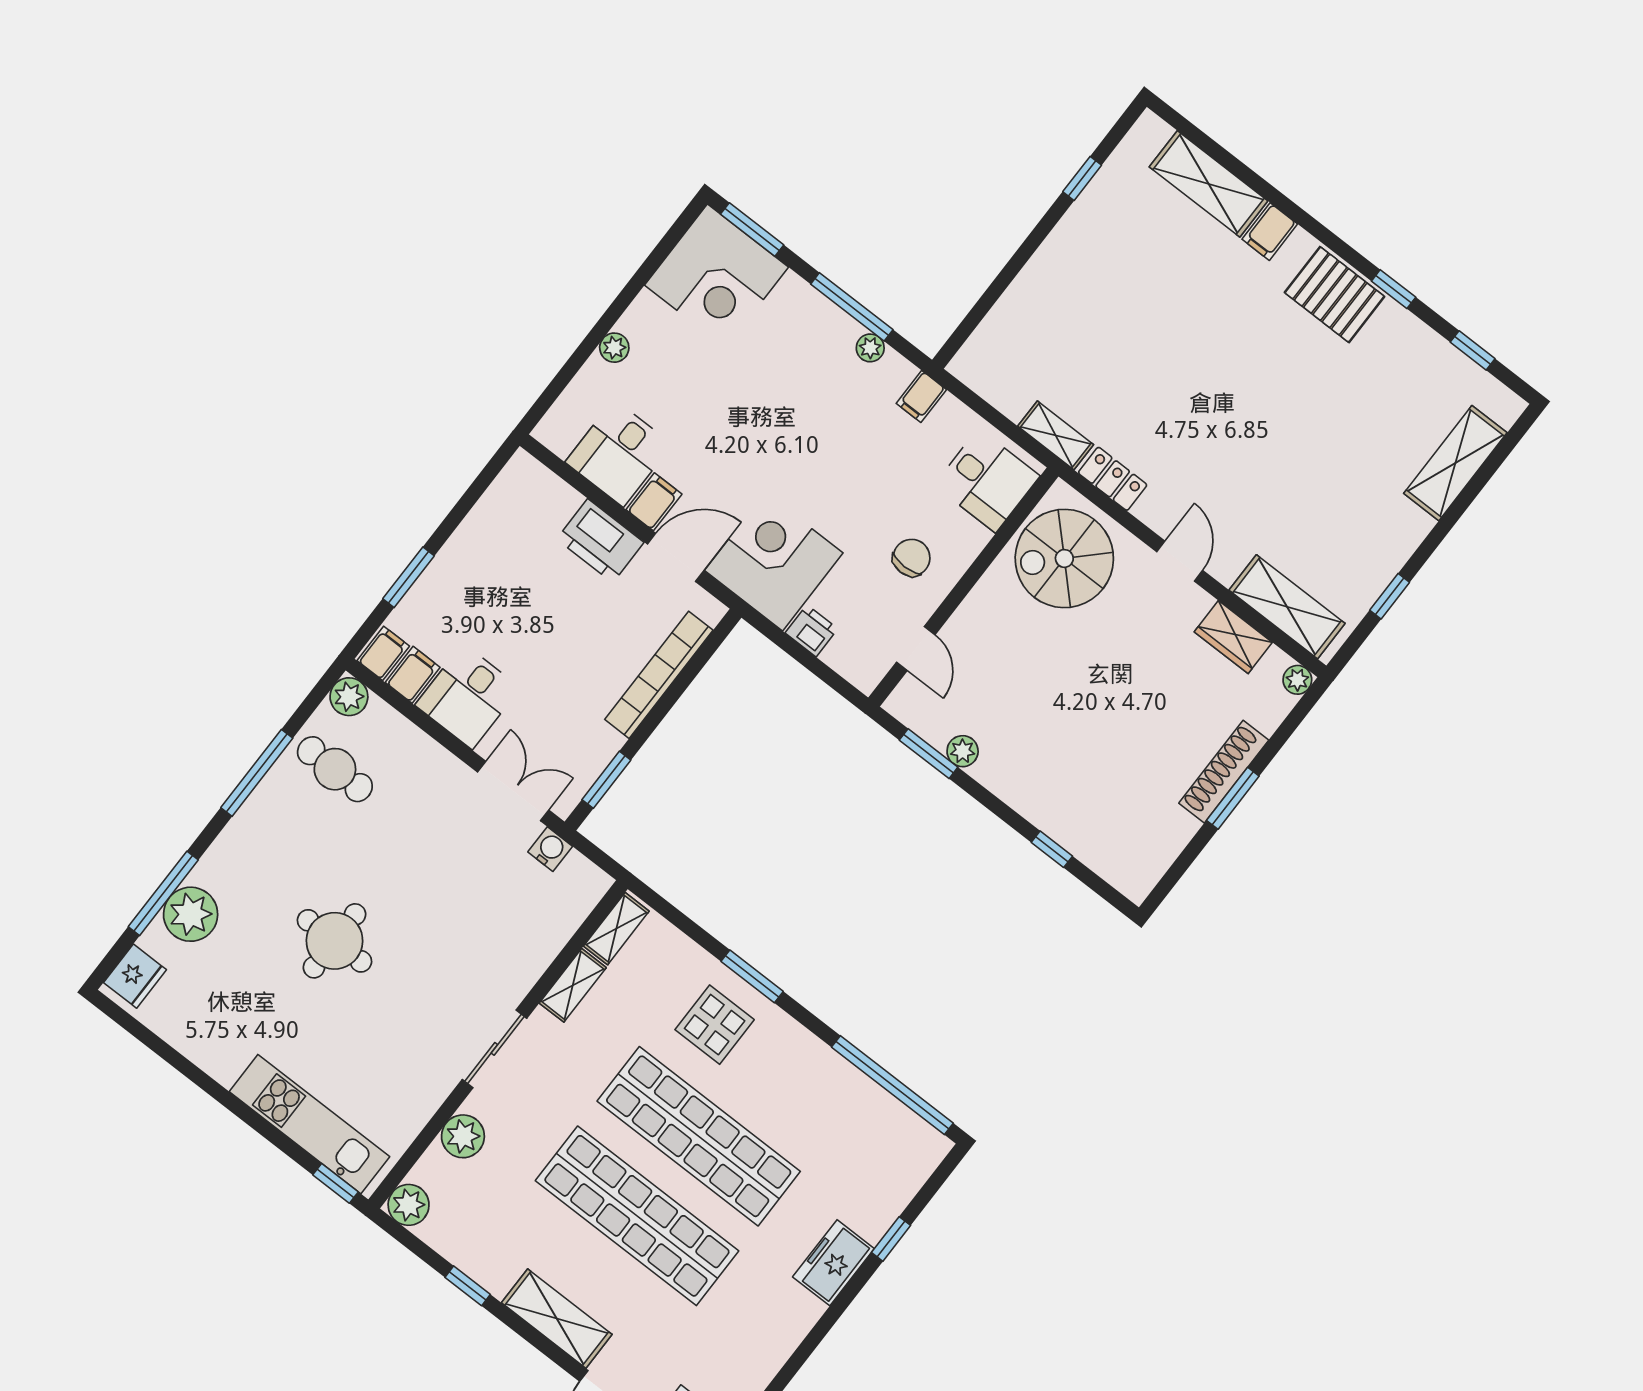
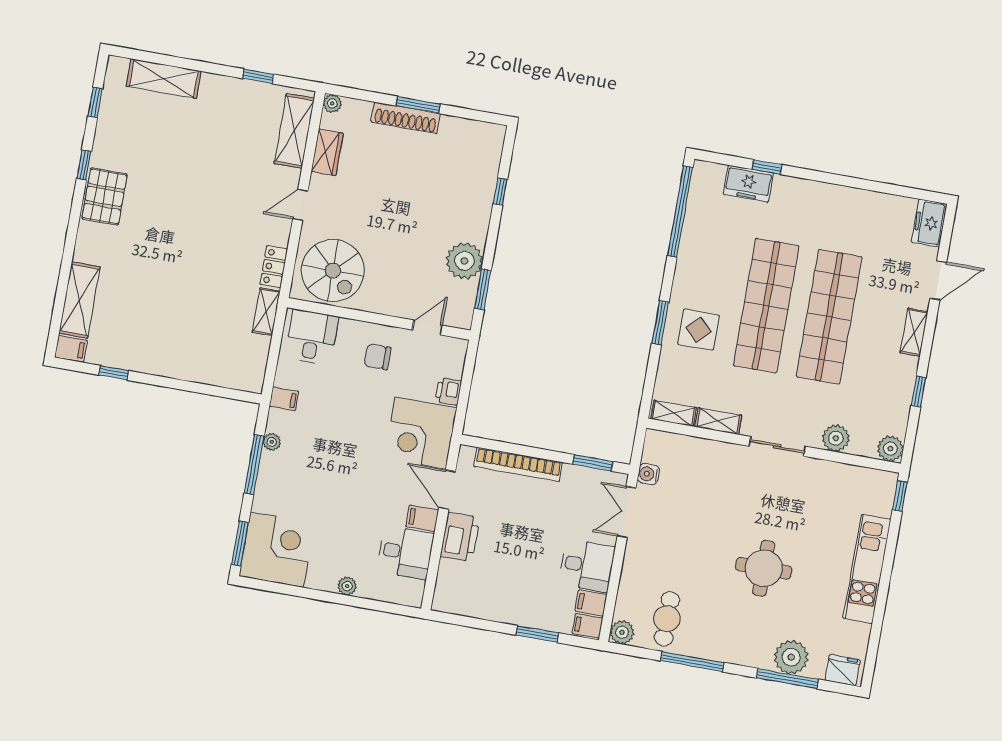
filing cabinet: (1270, 232) -> (71, 349), moved
plant: (963, 751) -> (464, 261), width x1.88, depth x1.88
kitchen unit: (309, 1124) -> (867, 569), moved
freezer: (833, 1263) -> (748, 184), moved
shelving: (557, 1319) -> (914, 332), width x0.67, depth x0.75

